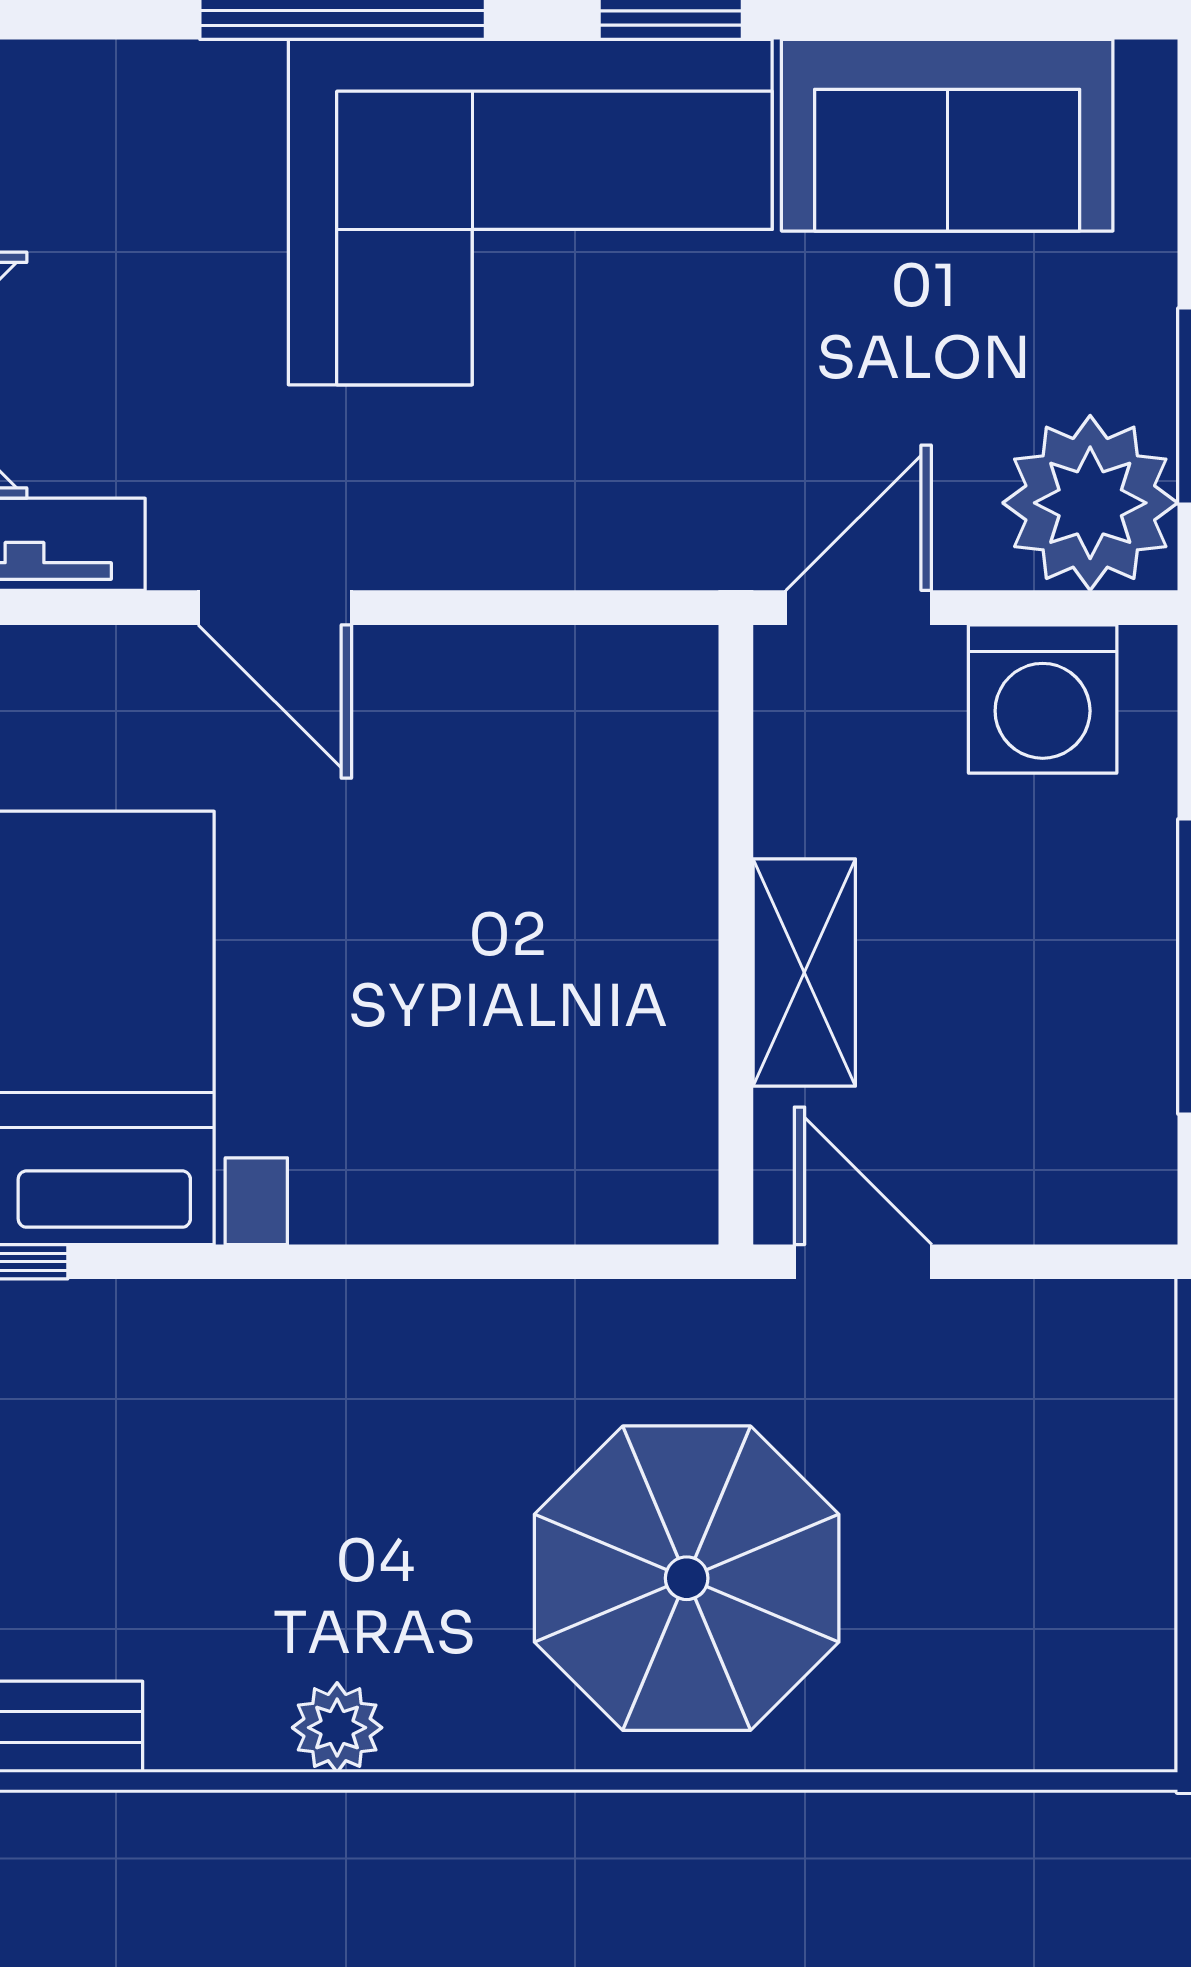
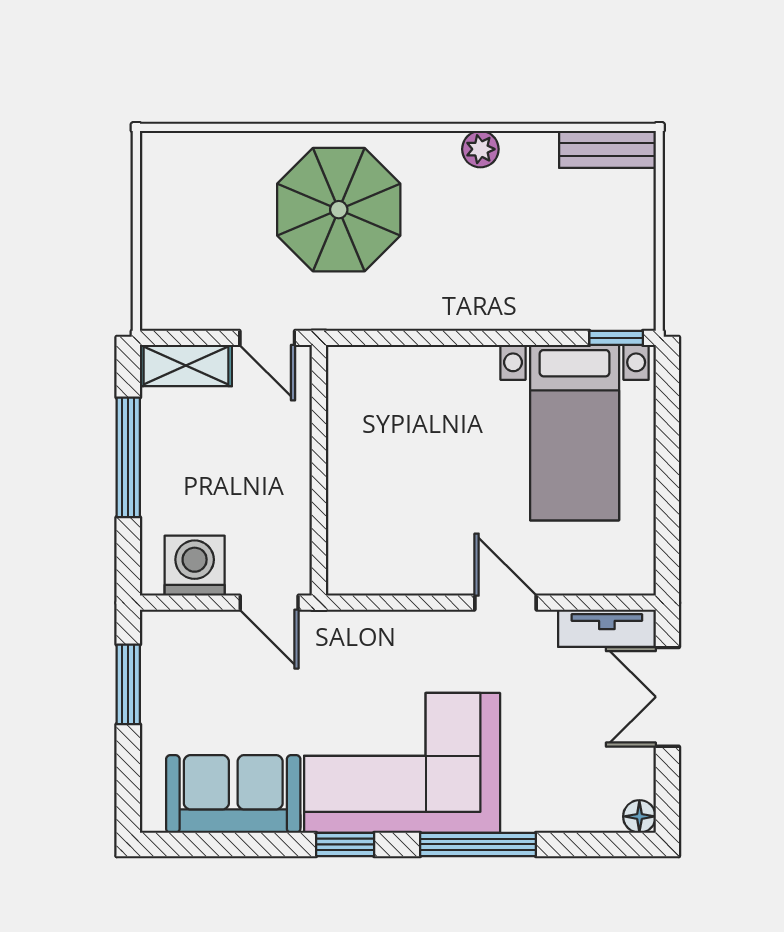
plant: (1090, 503) -> (175, 645), removed
door: (859, 608) -> (269, 603), hinge flipped
shelving: (804, 972) -> (186, 365), moved, turned 90

